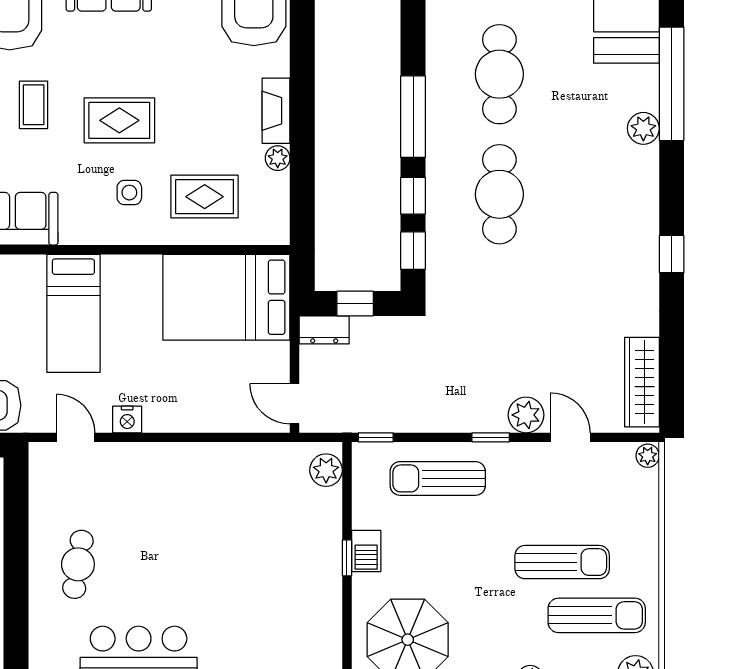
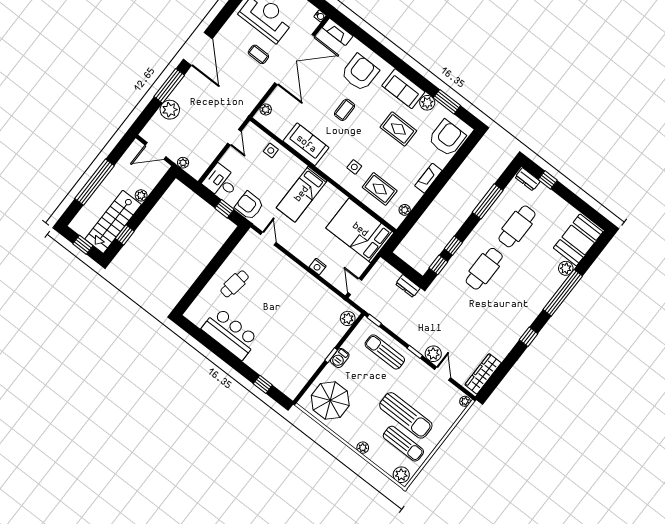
window: (672, 84) -> (563, 293), moved
window: (413, 117) -> (488, 201), moved
rug: (119, 120) -> (398, 129), moved
plant: (643, 128) -> (566, 268), moved
plant: (278, 158) -> (405, 210), moved
window: (355, 304) -> (404, 268), removed
dresser: (324, 330) -> (408, 286), moved
nightstand: (127, 419) -> (318, 267), moved
sun lounger: (562, 562) -> (406, 415), width x1.36, depth x1.34

